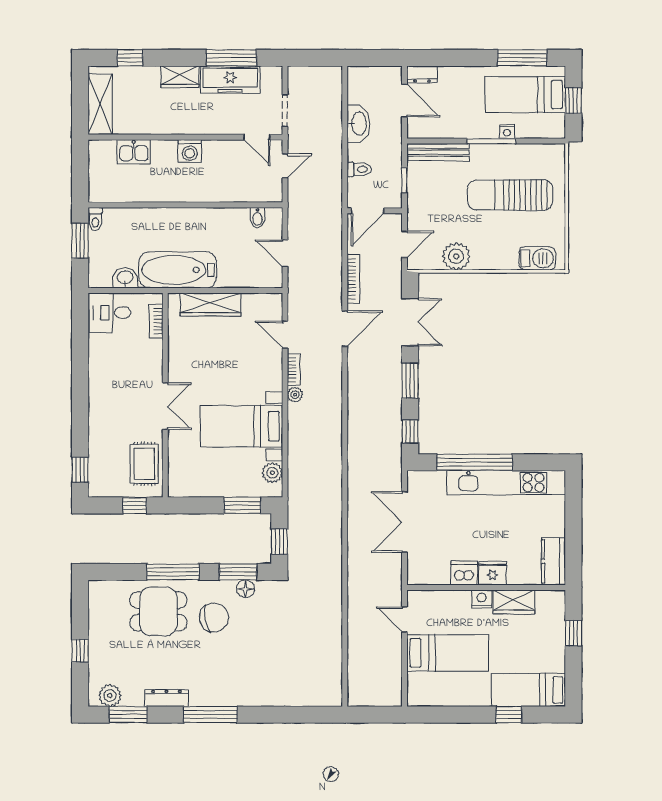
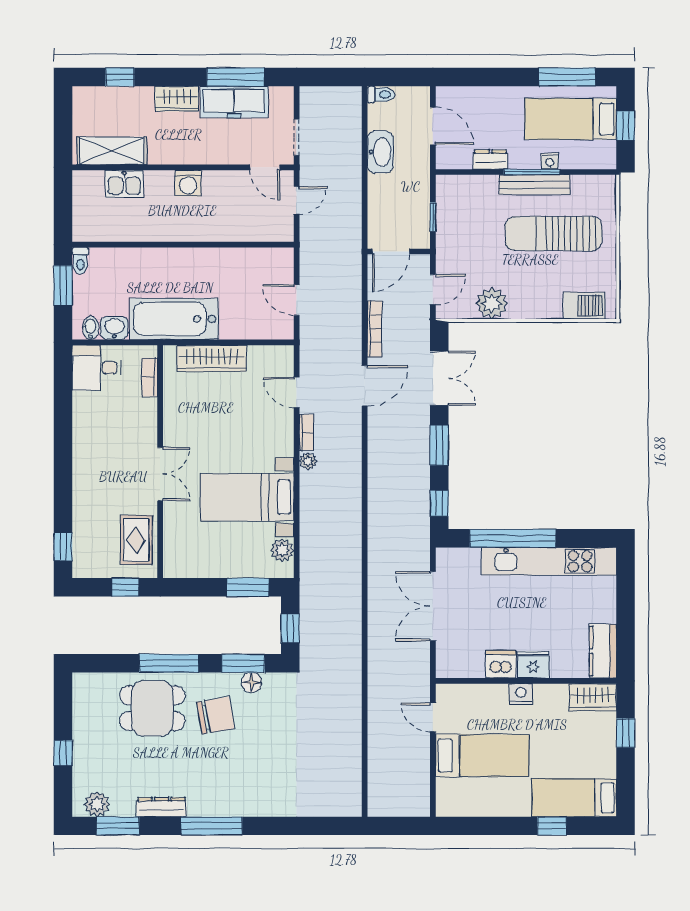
dresser: (422, 74) -> (490, 160), moved, turned 180
shelving: (100, 104) -> (112, 151), moved, turned 90
bench: (438, 152) -> (534, 185), moved
toilet: (359, 169) -> (381, 95), moved
bidet: (257, 218) -> (91, 328), moved, turned 180
wardrobe: (514, 602) -> (593, 697), moved

